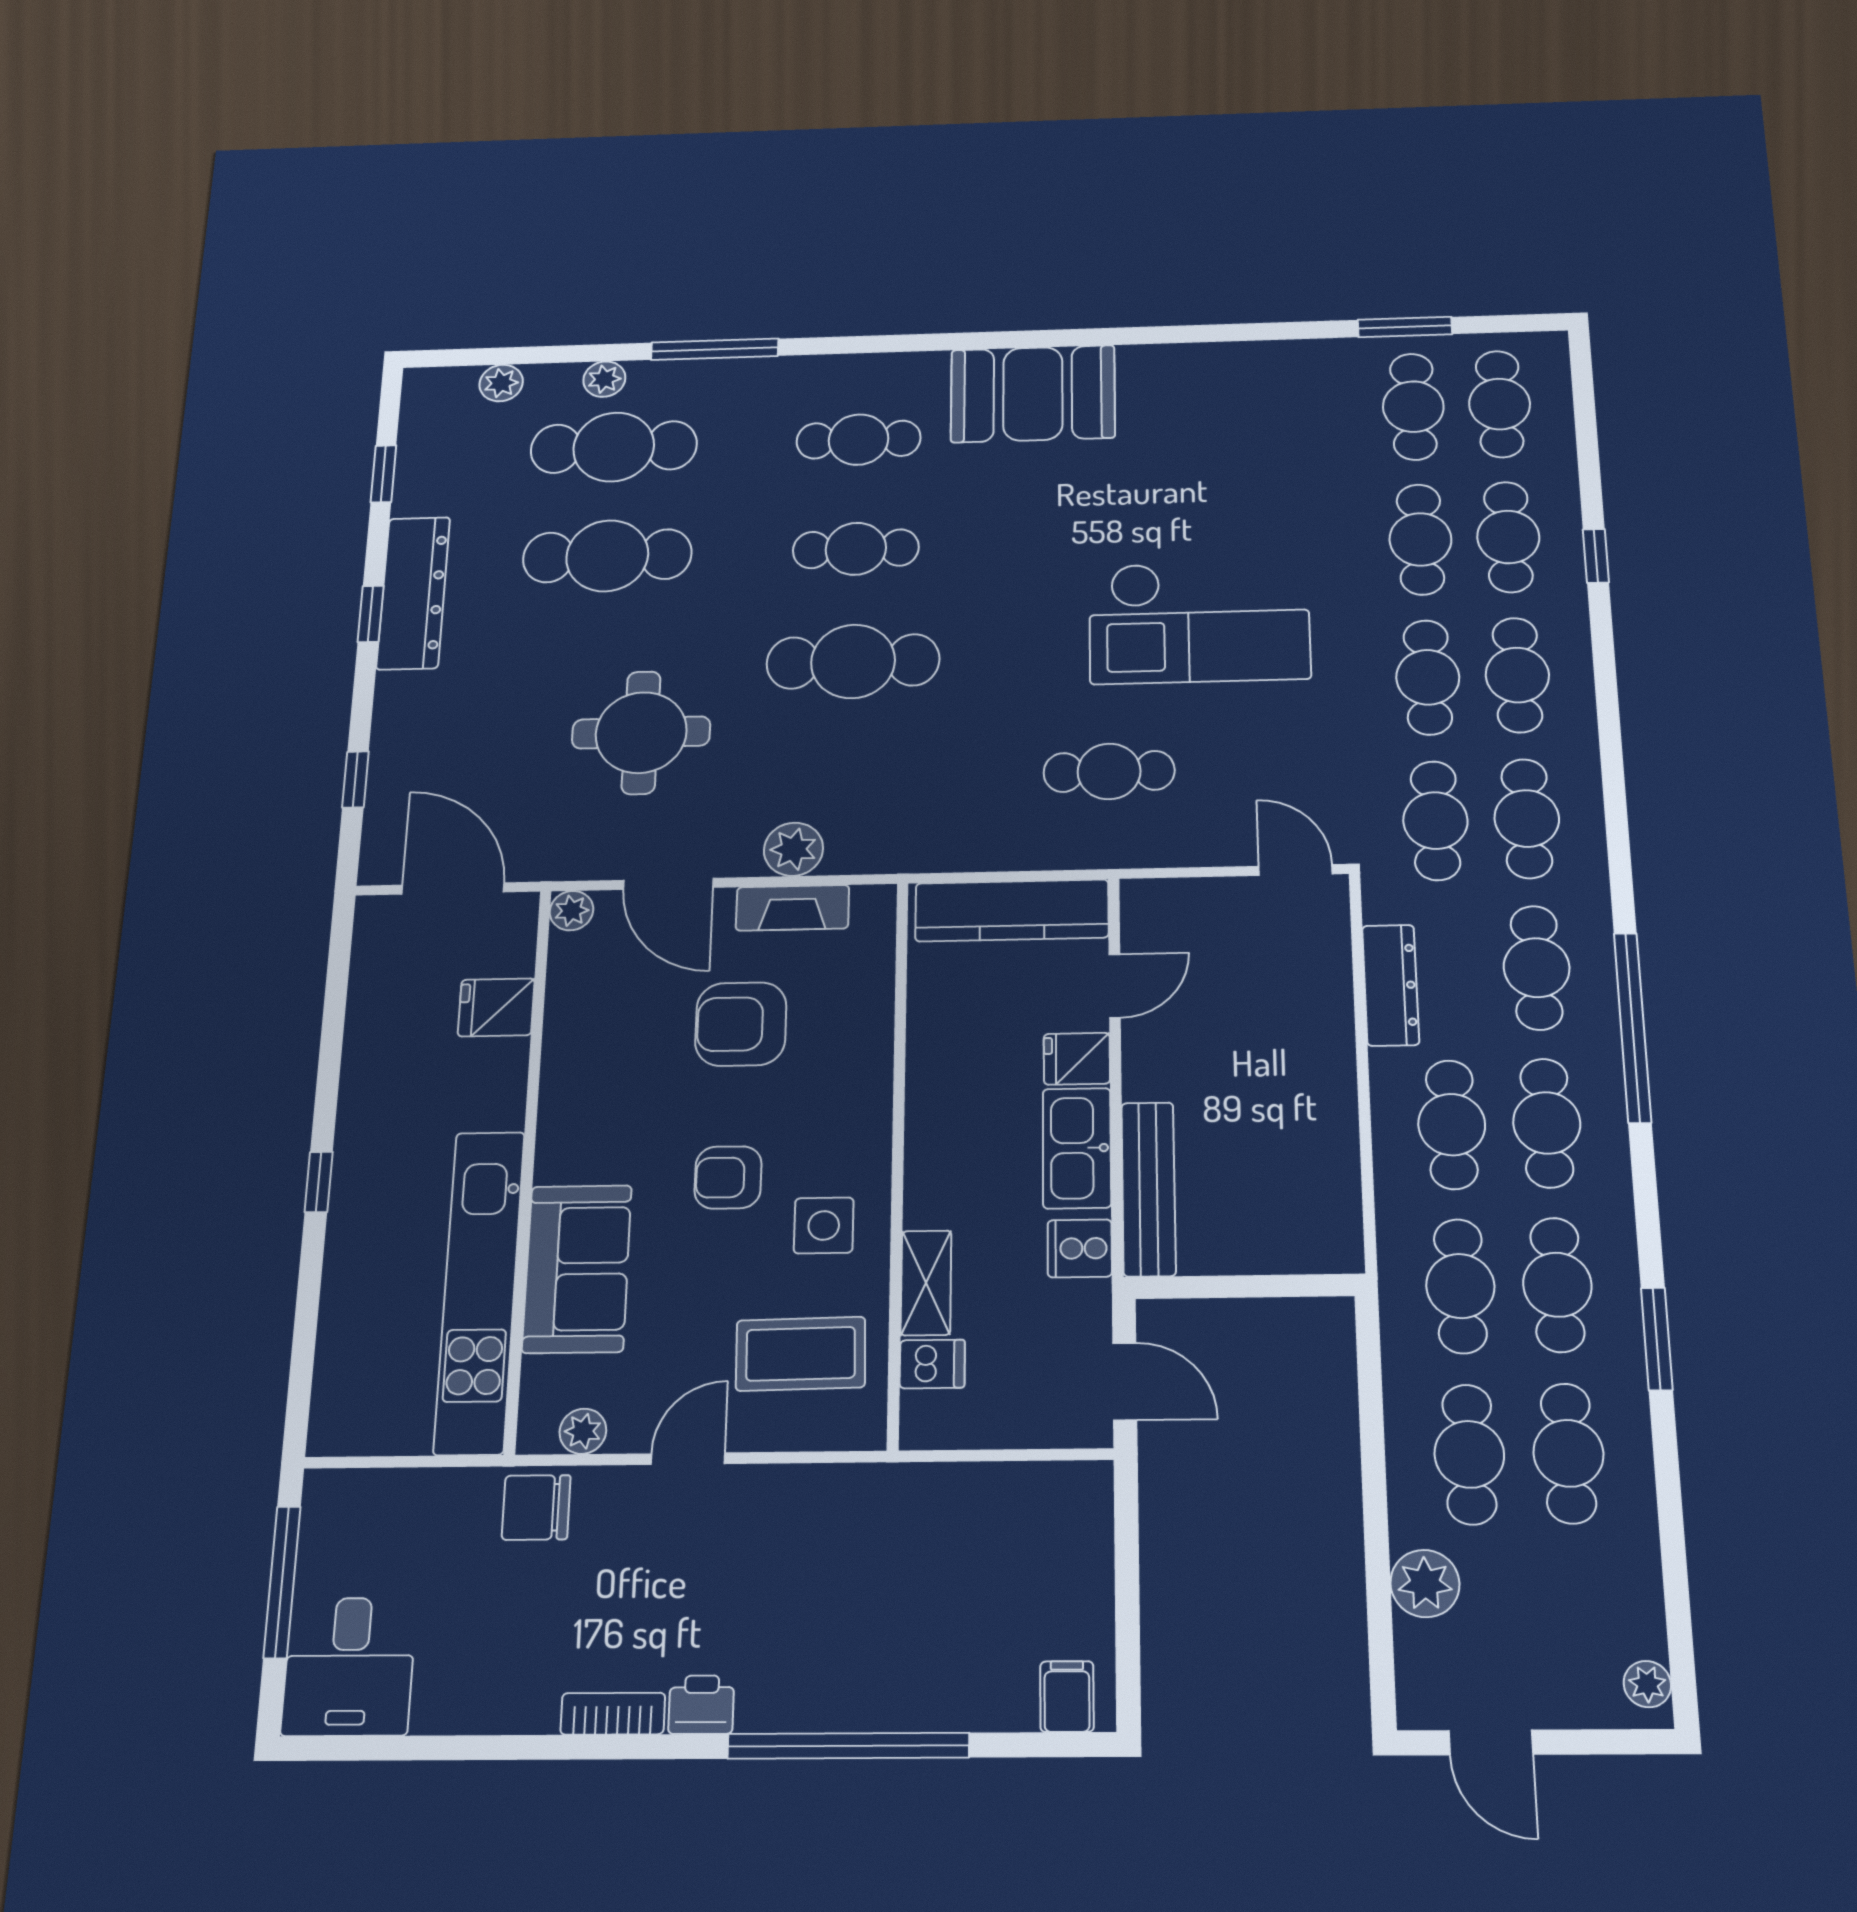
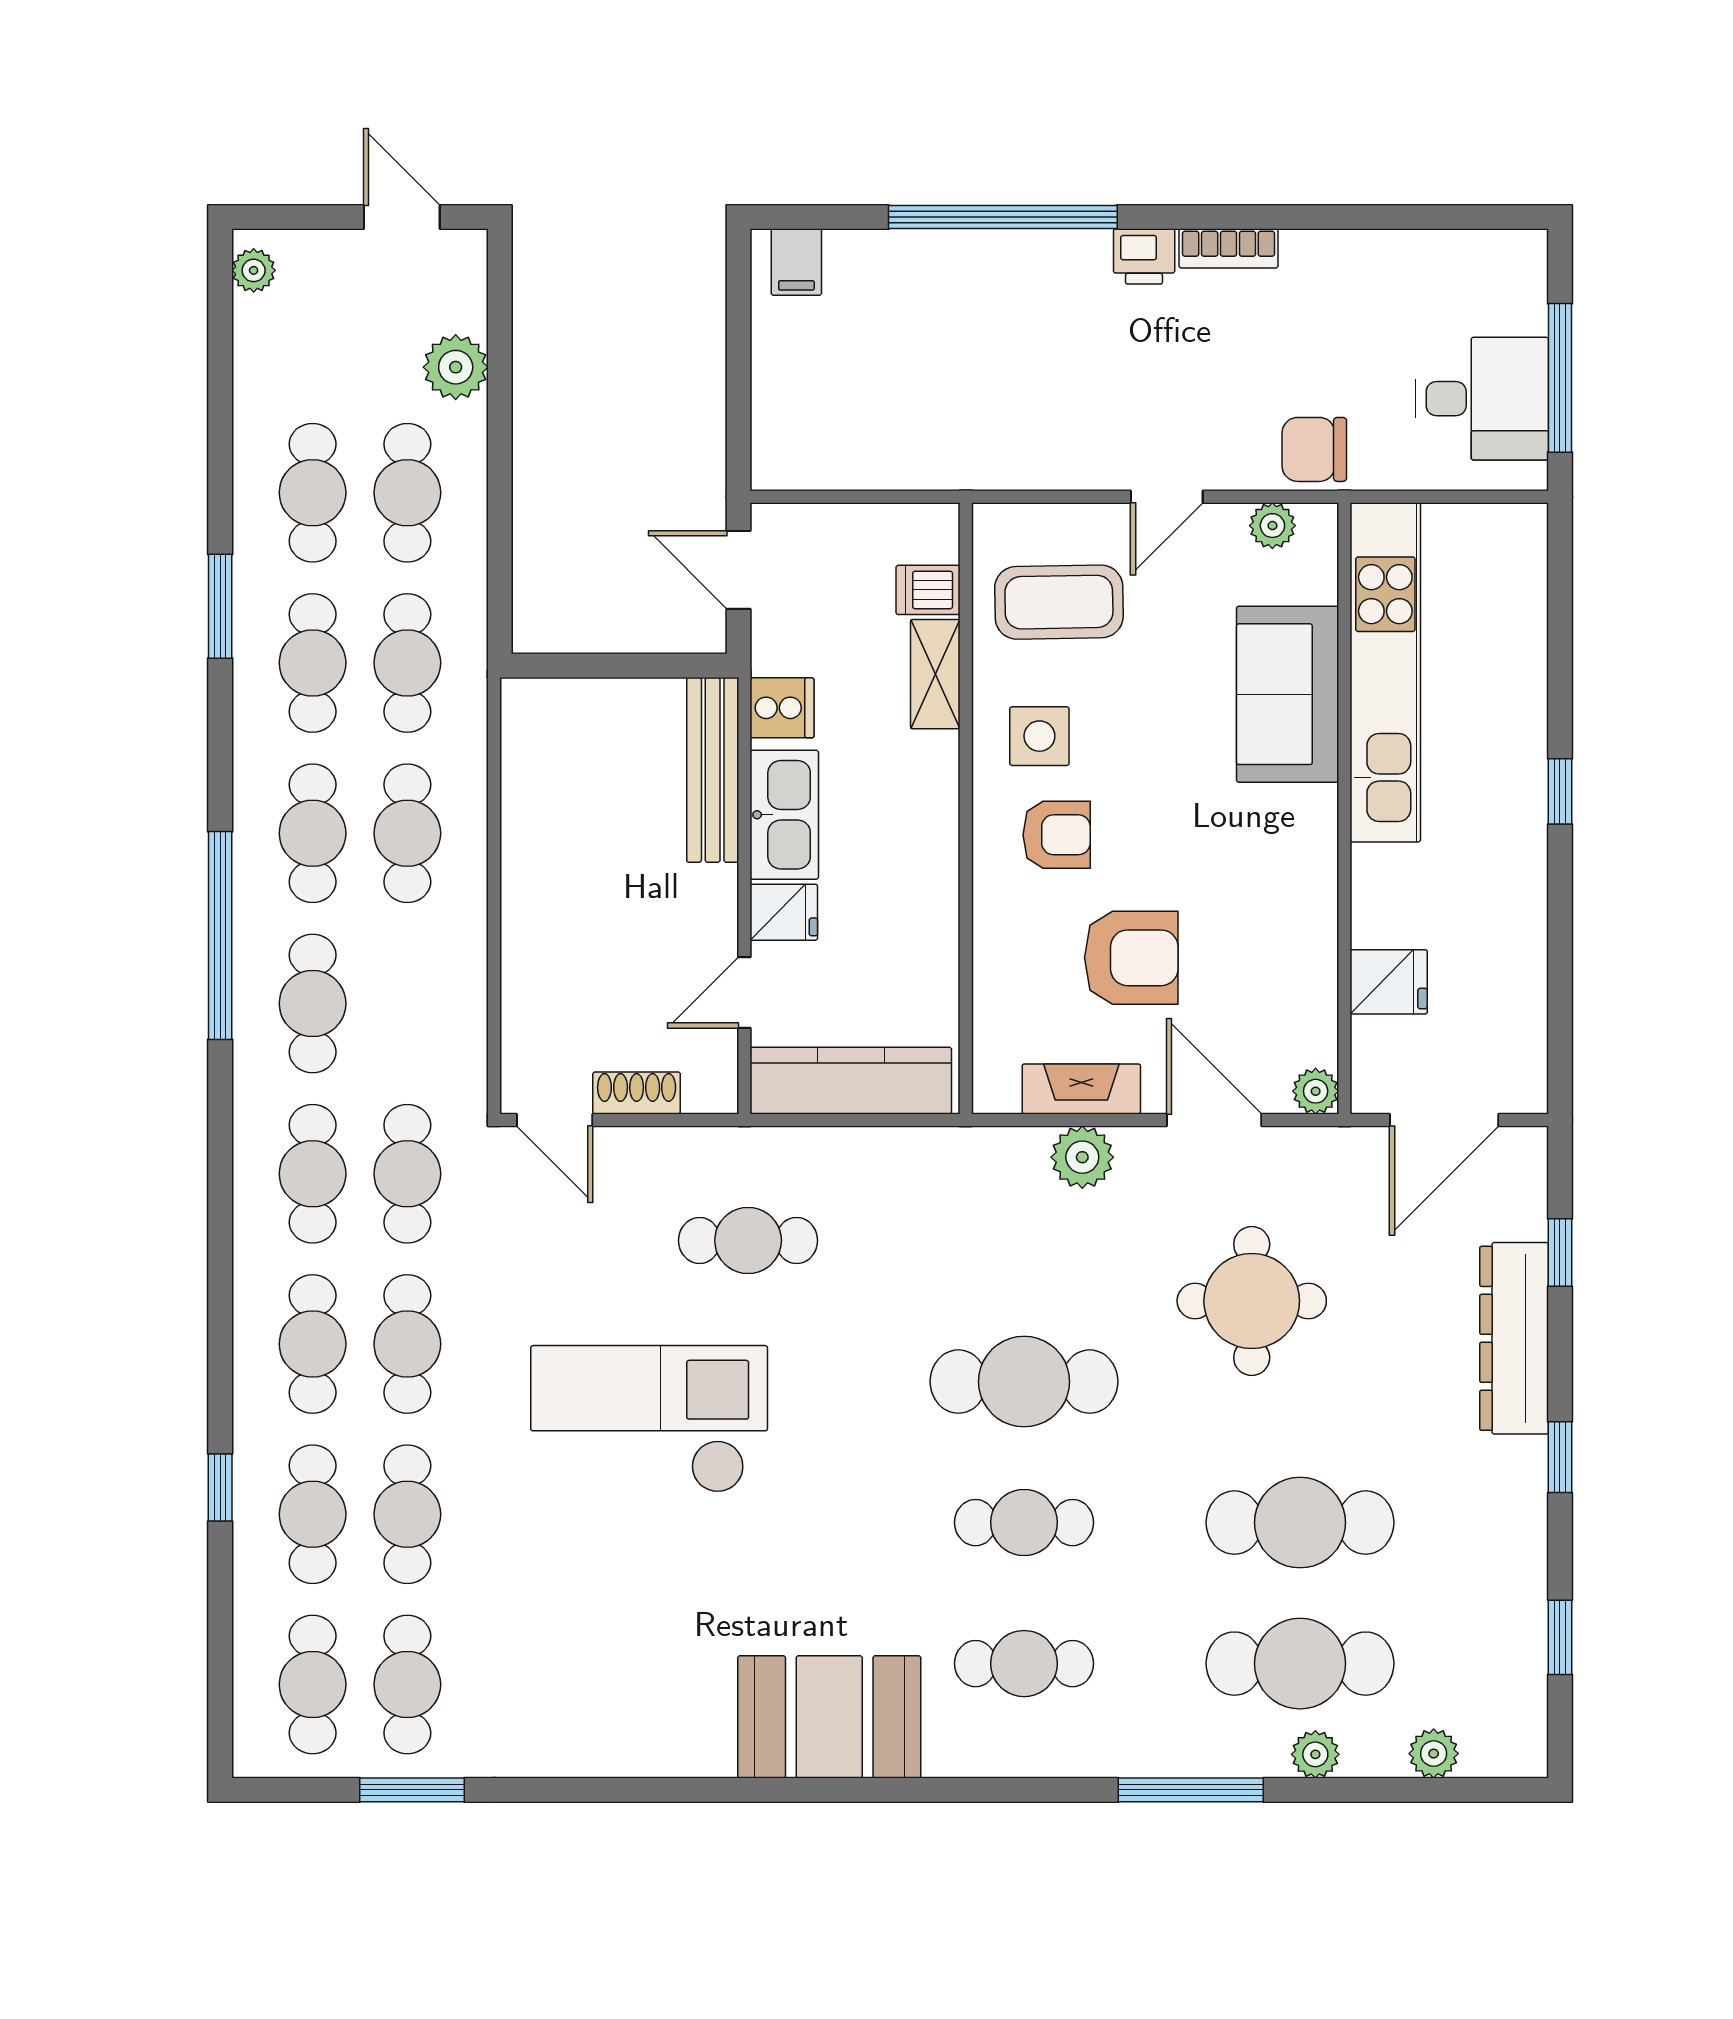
dresser: (413, 593) -> (1514, 1338), moved
door: (453, 888) -> (1444, 1120), hinge flipped
shoe rack: (1217, 895) -> (637, 1093), added
dresser: (1391, 985) -> (462, 987), removed
armchair: (728, 1177) -> (1057, 835), moved
chair: (536, 1507) -> (1314, 449), turned 180
desk: (349, 1666) -> (1482, 399), moved, turned 90

